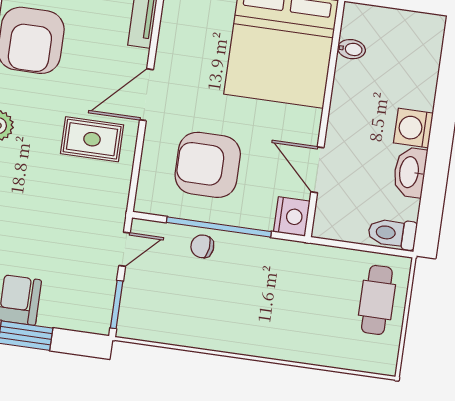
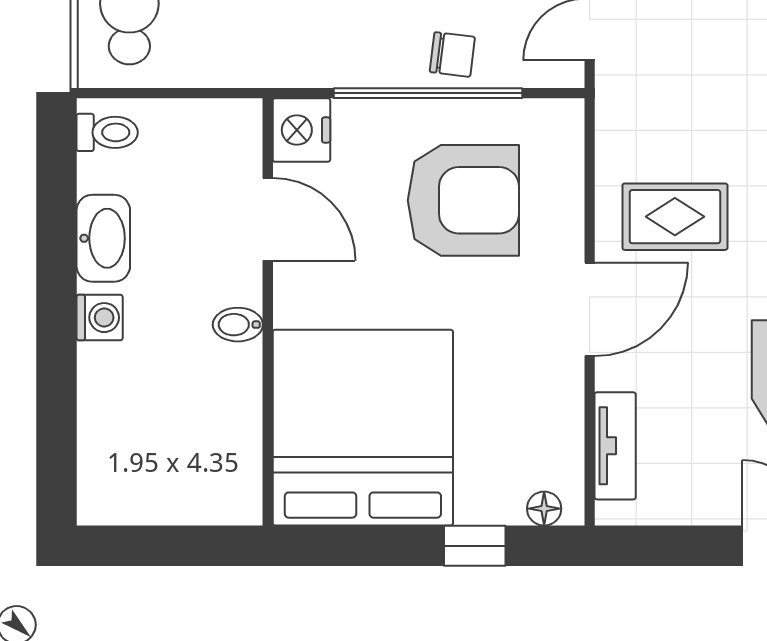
bidet: (351, 49) -> (238, 325), moved
washing machine: (413, 128) -> (100, 318), width x0.73, depth x0.73
toilet: (392, 233) -> (107, 132), width x0.73, depth x0.72

